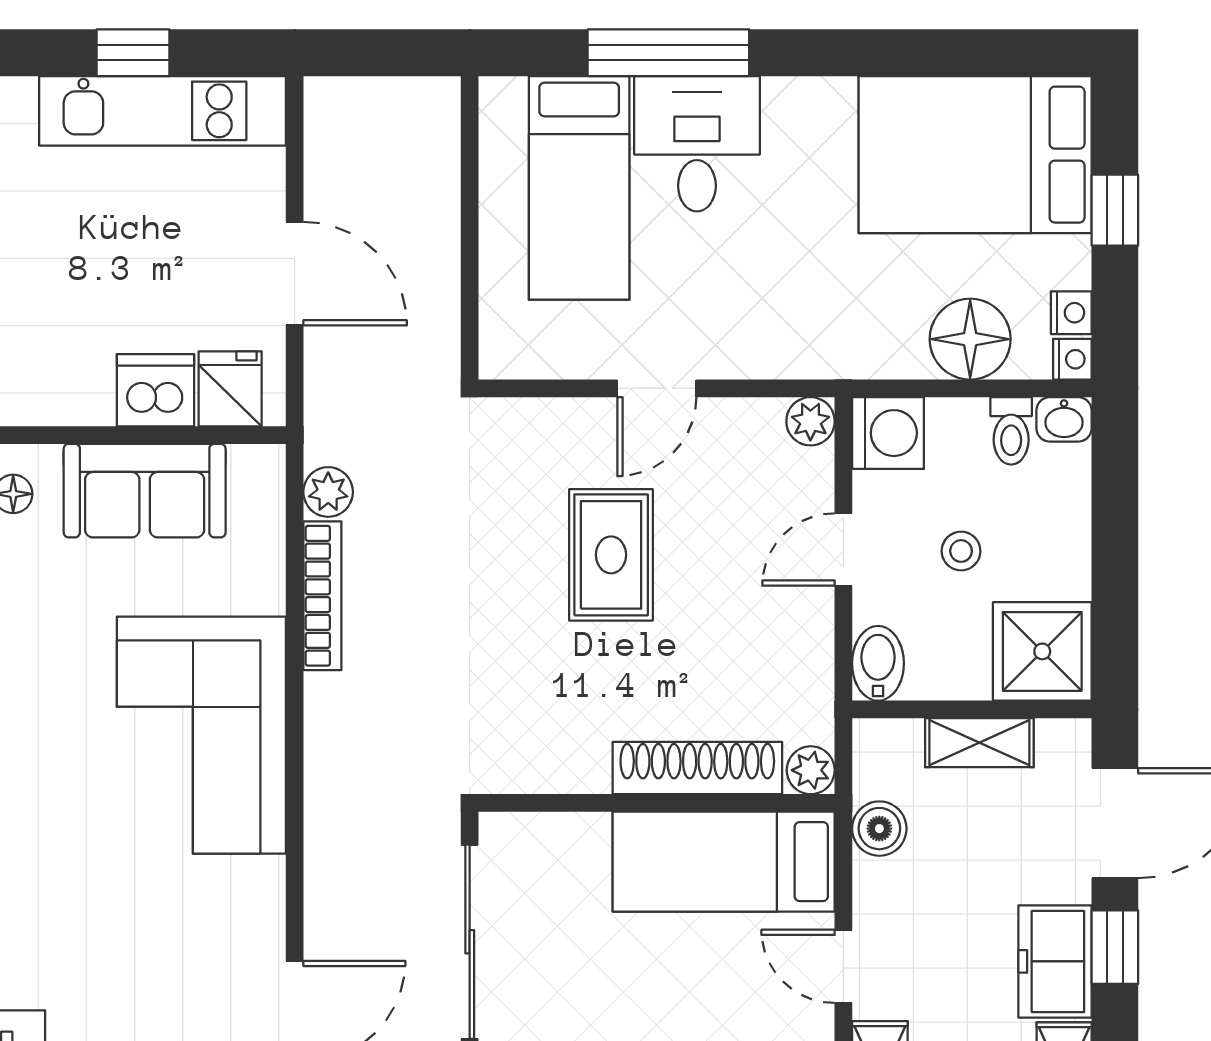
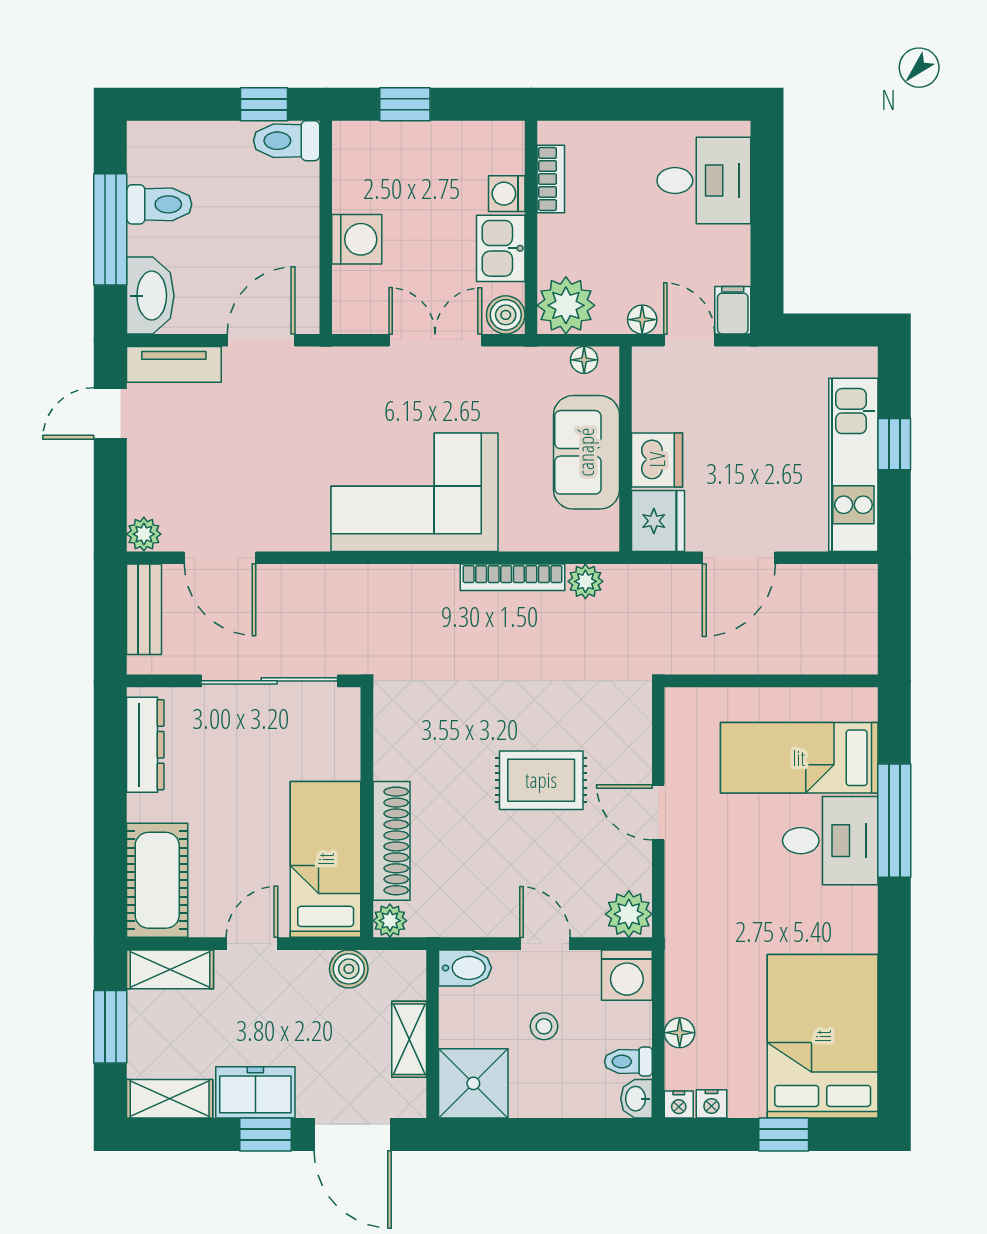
floor lamp: (970, 339) -> (680, 1033), width x0.53, depth x0.53
fridge: (230, 389) -> (658, 521), width x1.38
plant: (810, 421) -> (629, 914), width x1.38, depth x1.38

